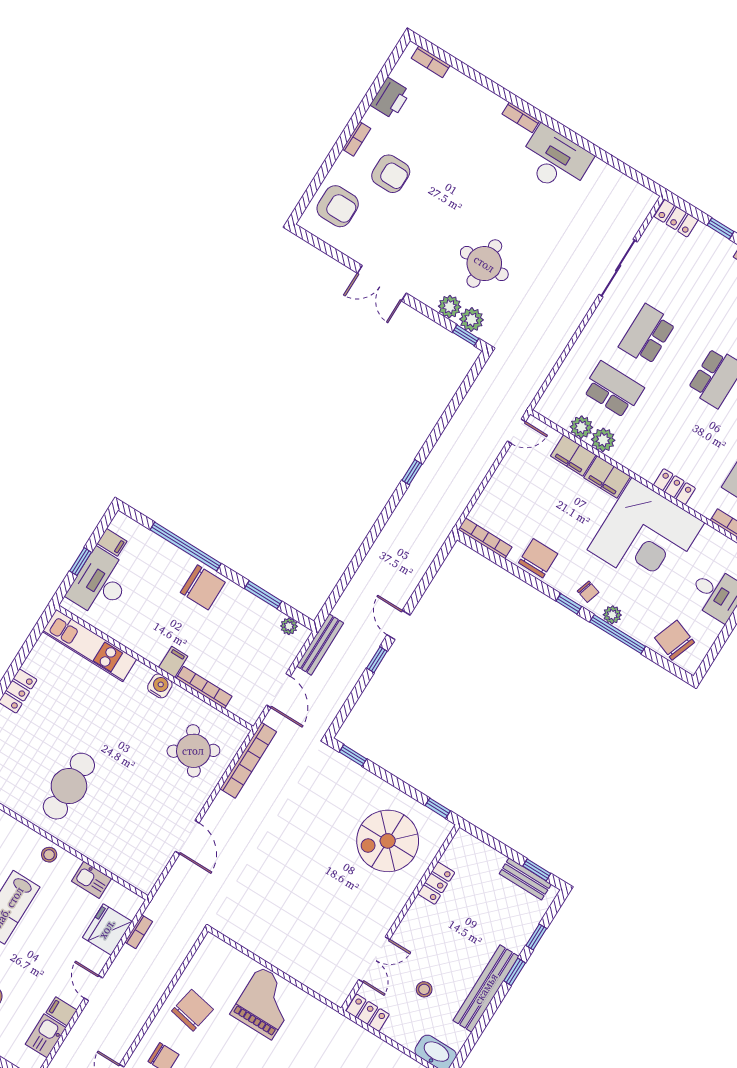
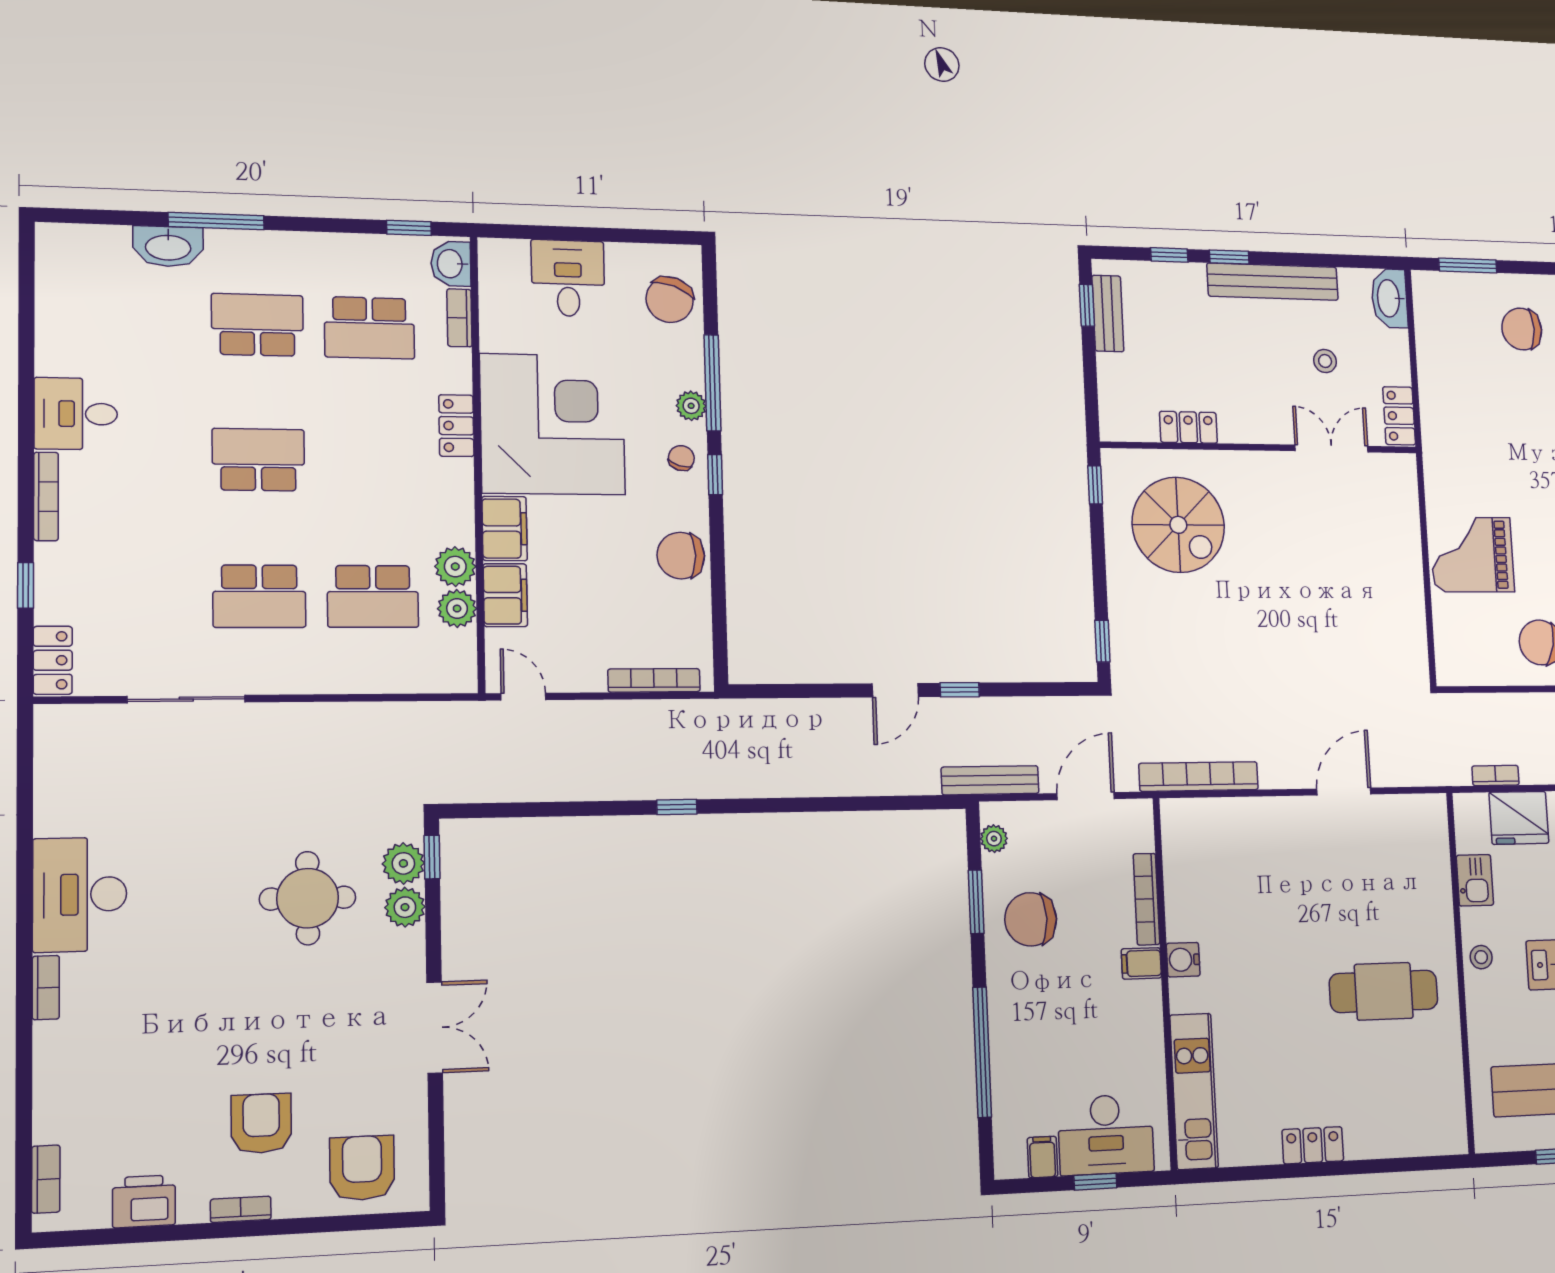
school desk: (613, 390) -> (373, 596), turned -90
bookcase: (485, 538) -> (654, 680), moved, turned 90
chair: (203, 587) -> (1031, 919), moved, turned -90
round table: (193, 751) -> (1234, 858), removed

